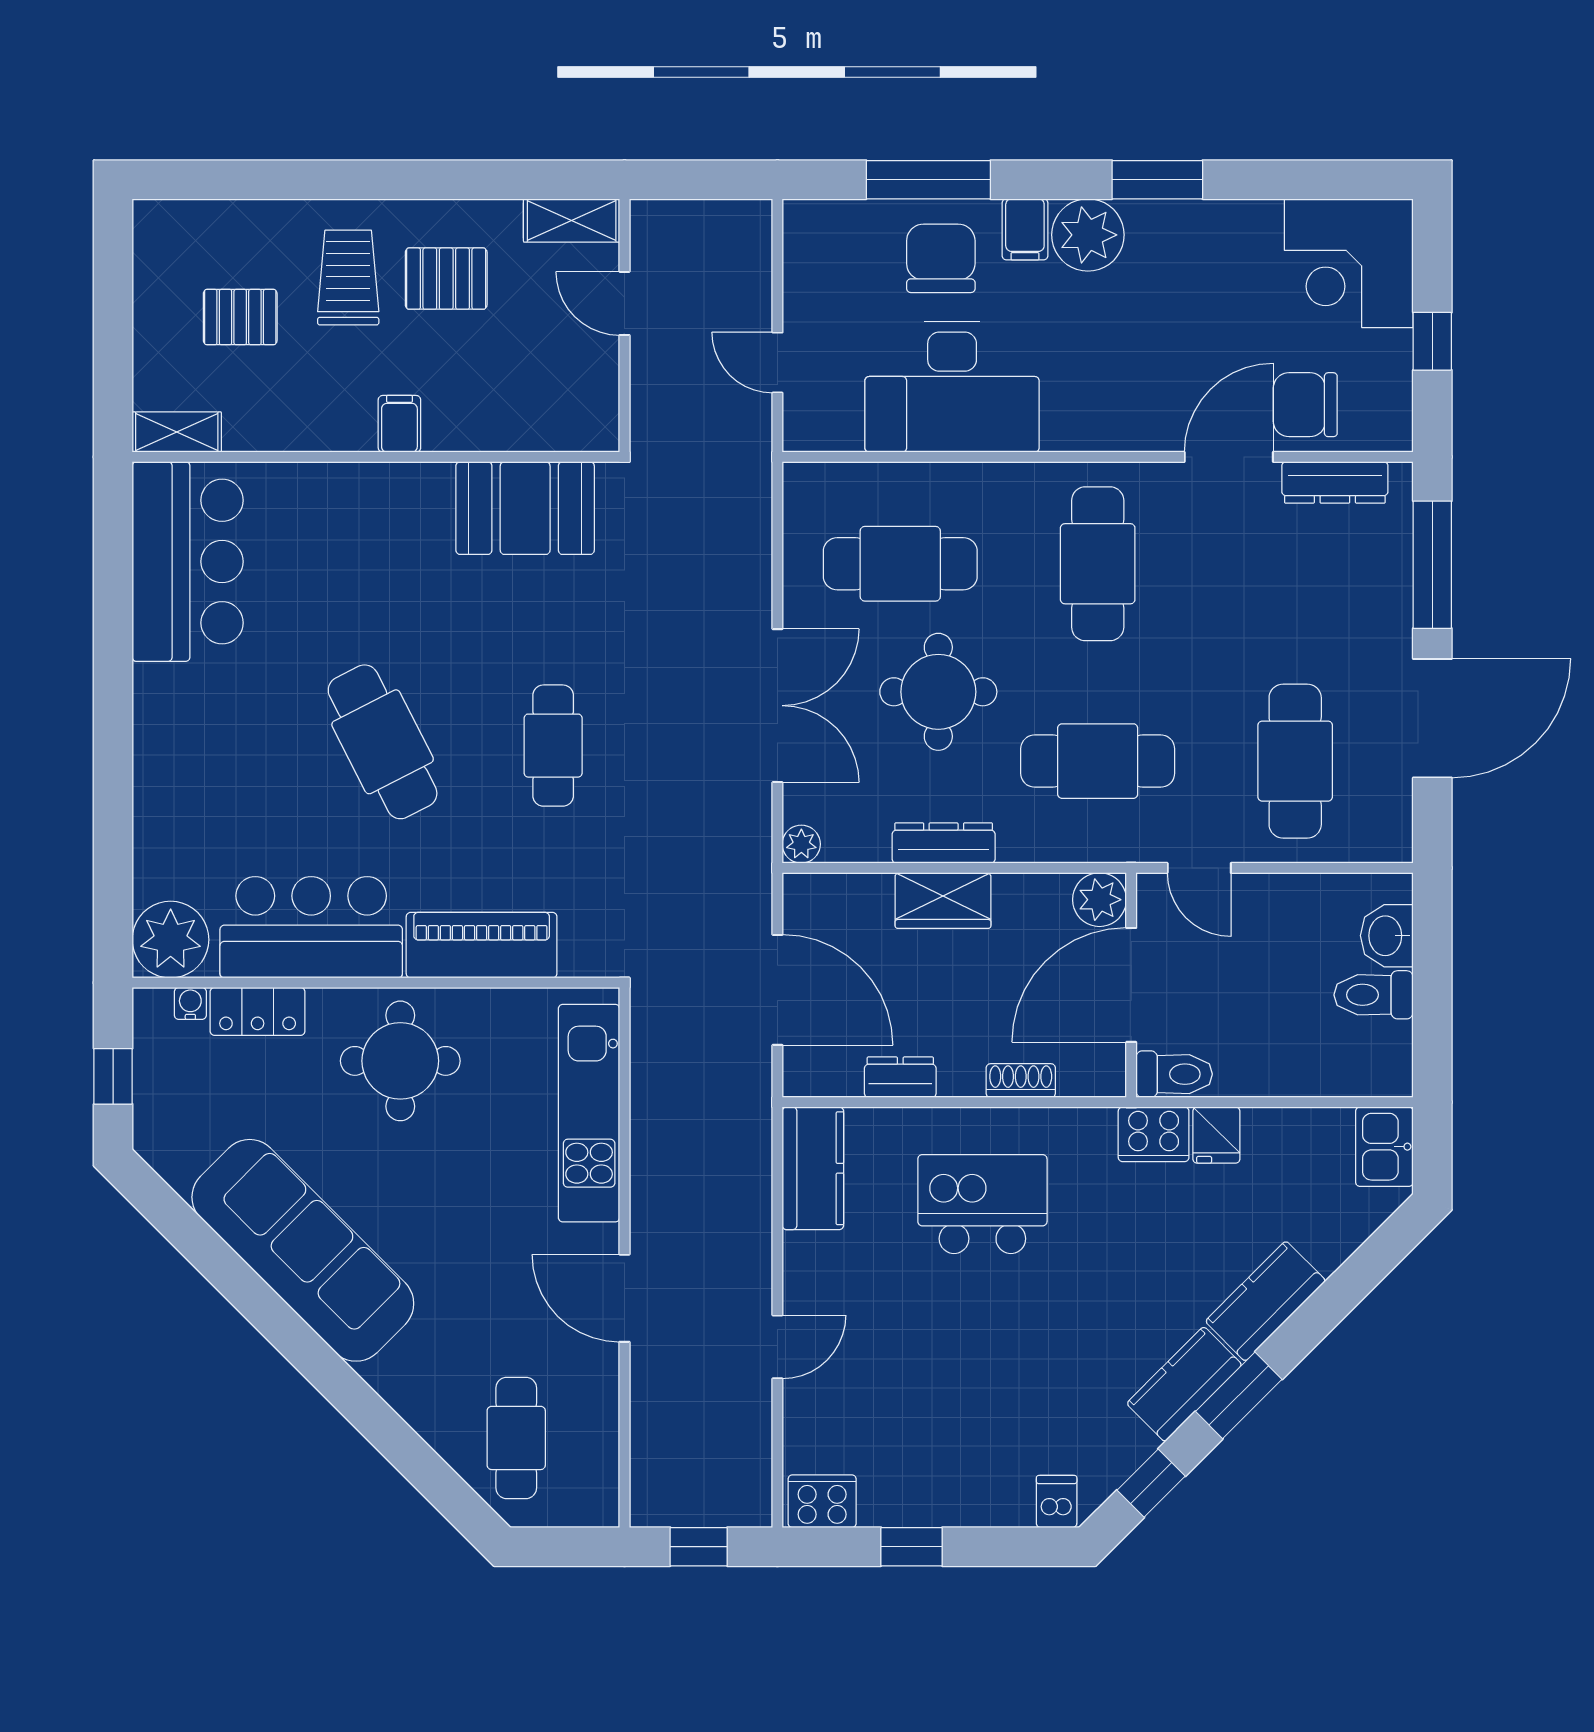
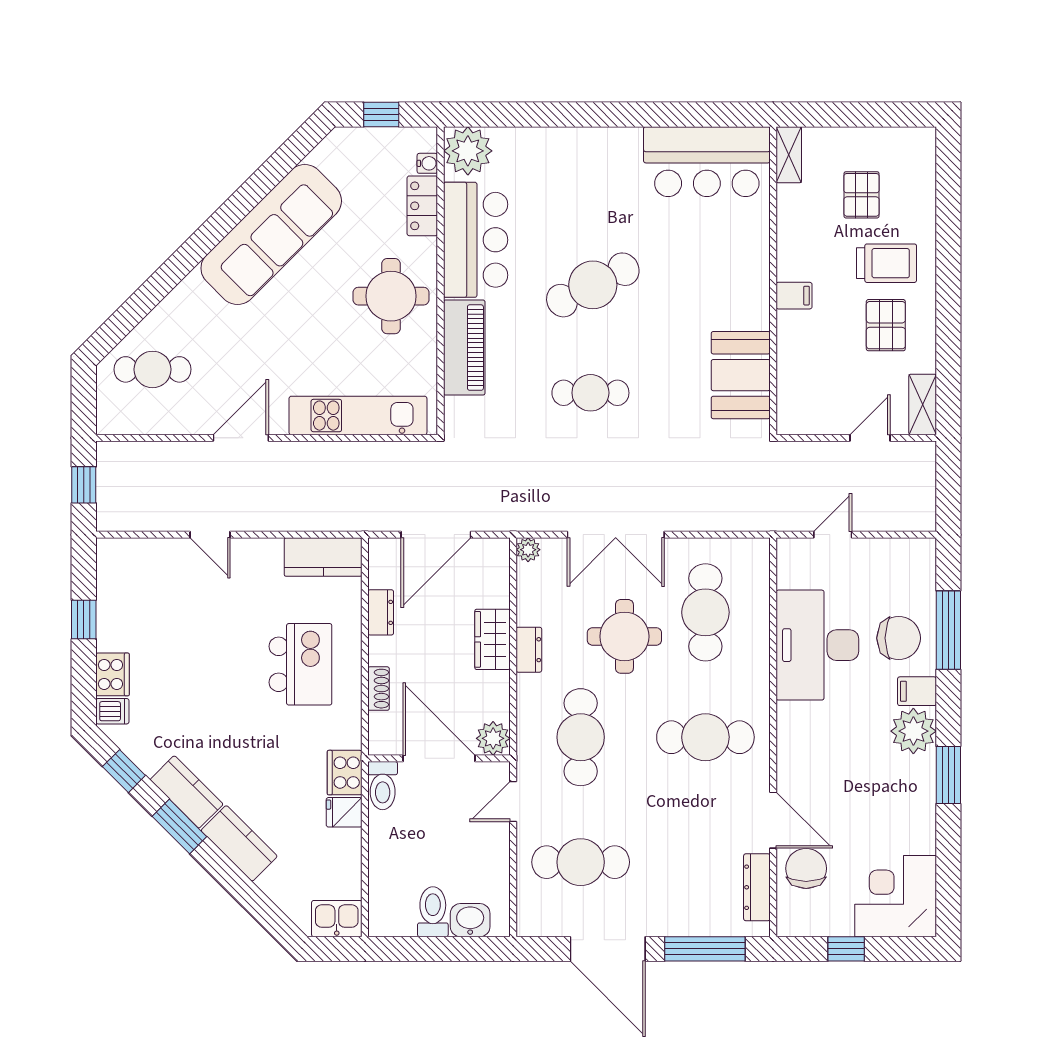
dresser: (944, 843) -> (529, 650), width x0.70
cooker: (822, 1501) -> (112, 674), moved

